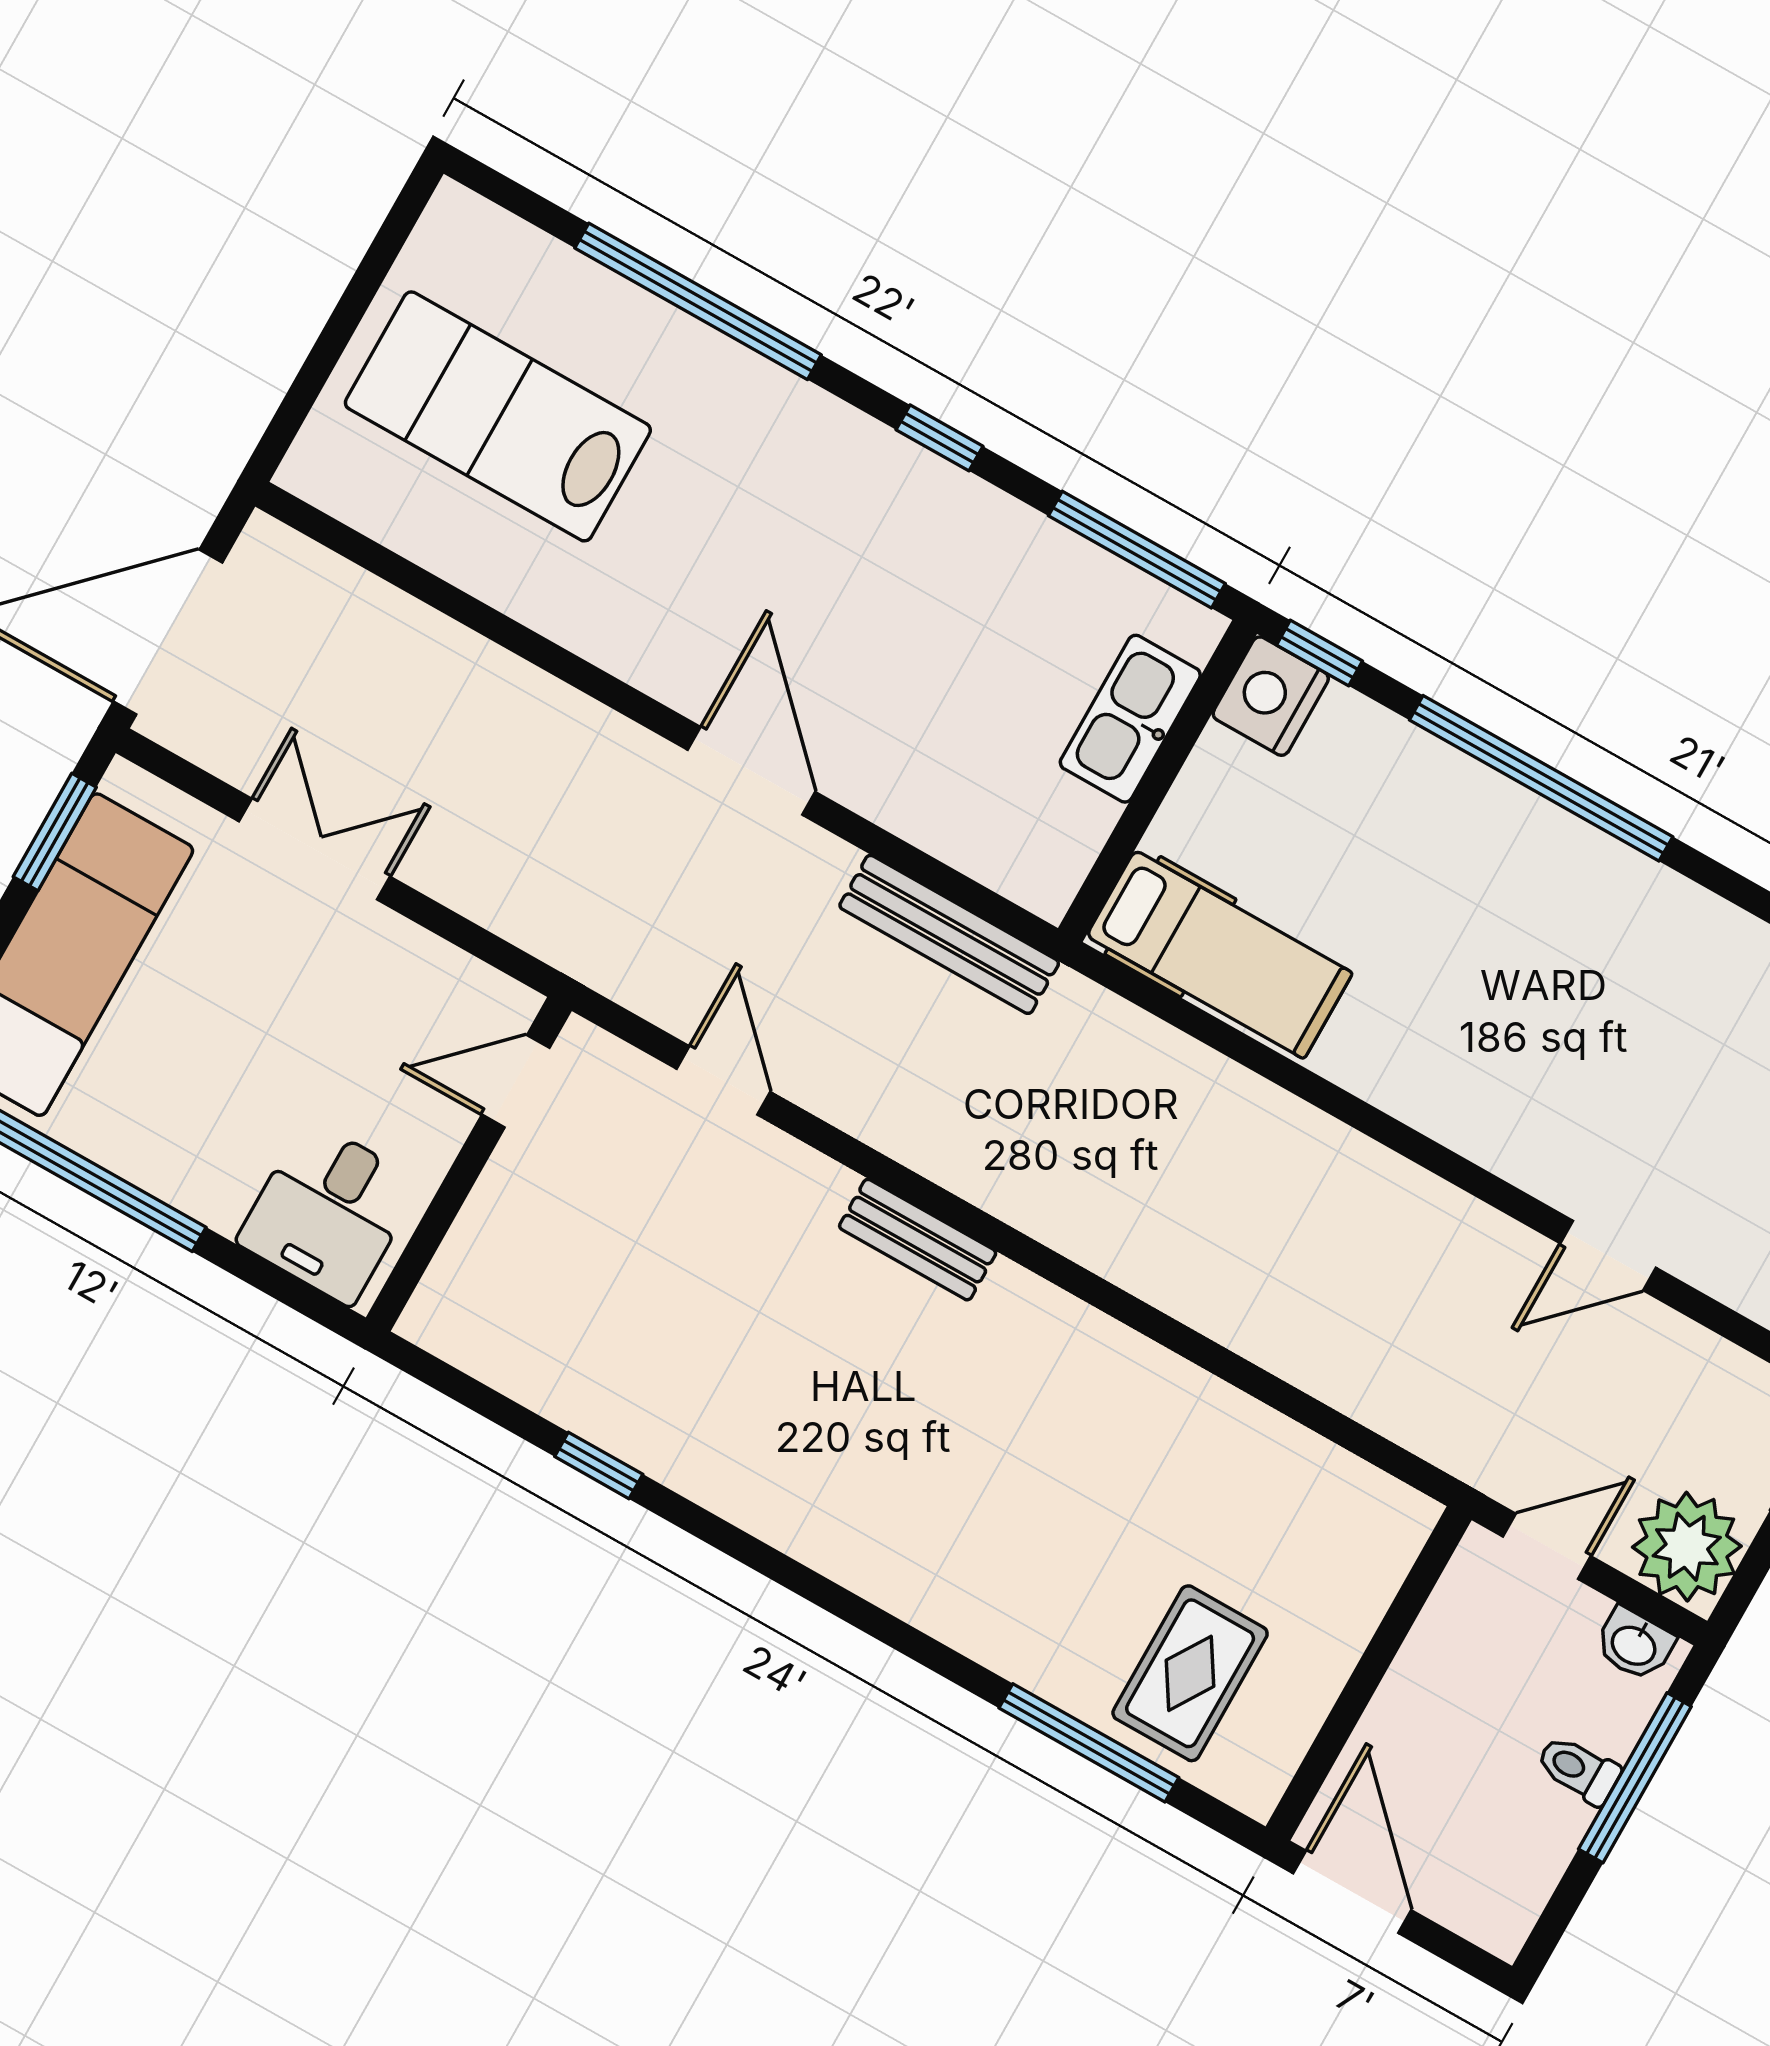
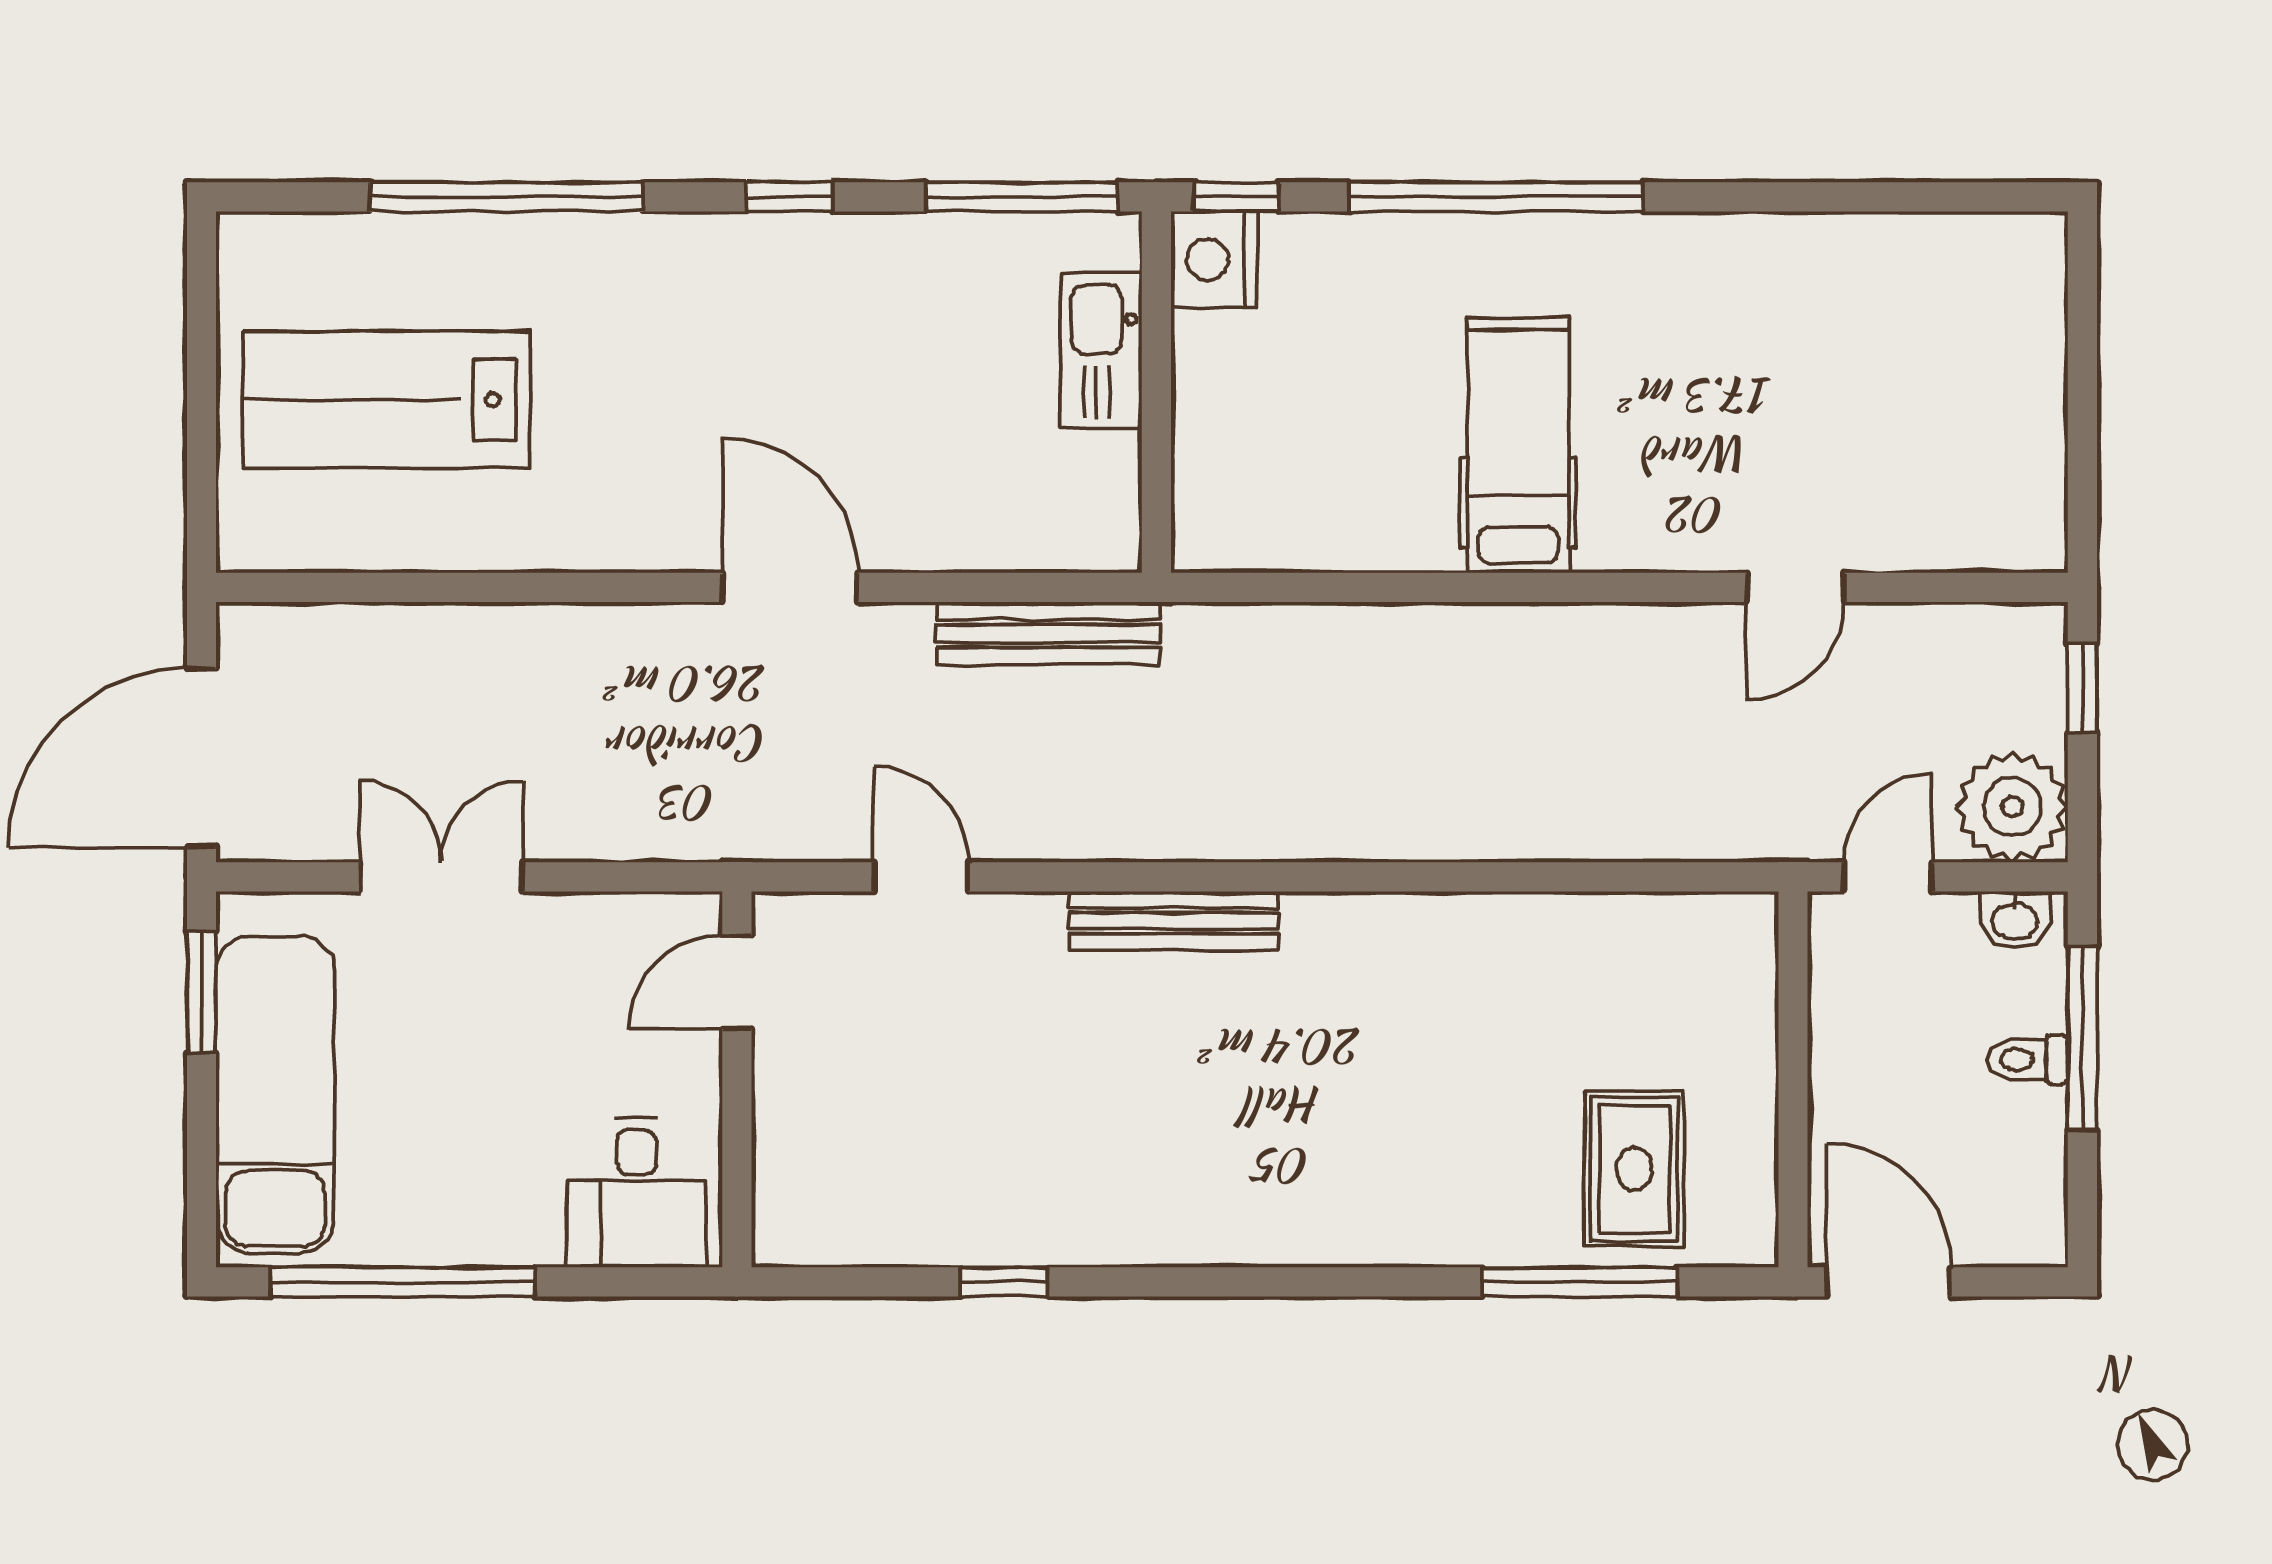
hospital bed: (1219, 954) -> (1518, 445), moved, turned -90
bench: (918, 1240) -> (1174, 921), width x1.36

